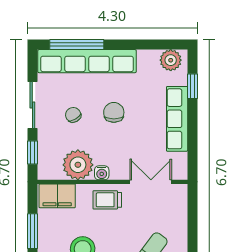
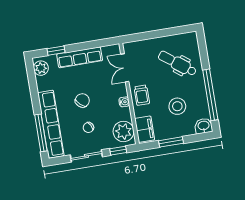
chair: (114, 112) -> (82, 100), turned 132
plant: (78, 165) -> (124, 131), moved

